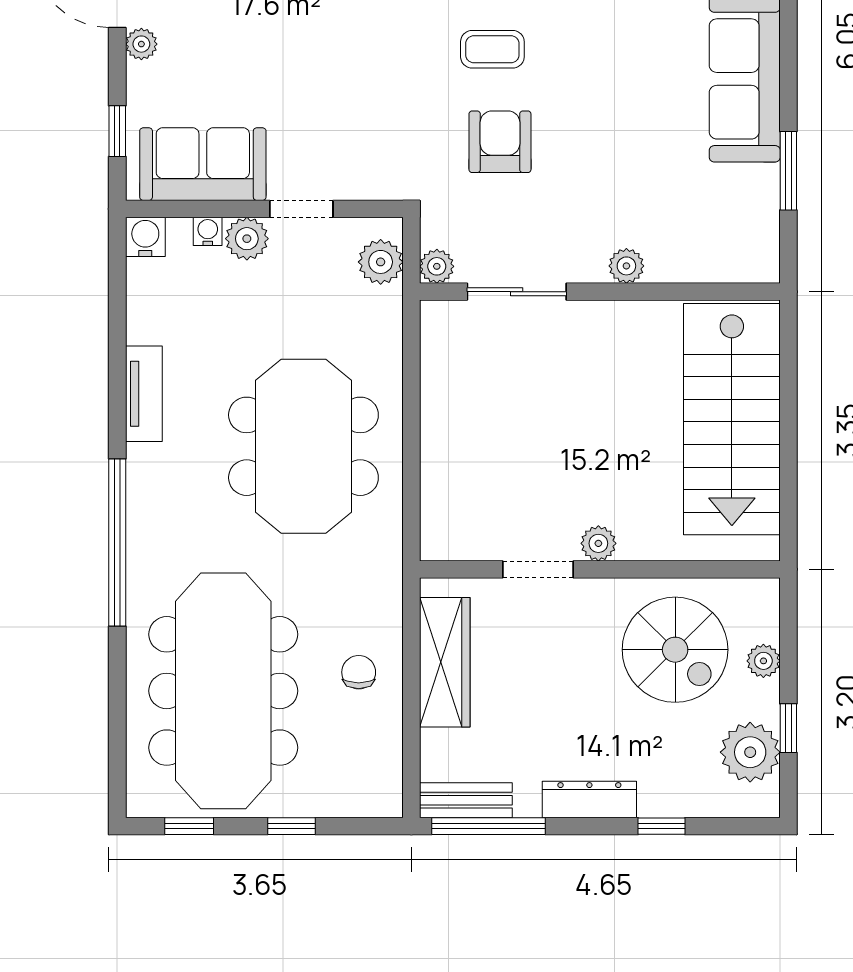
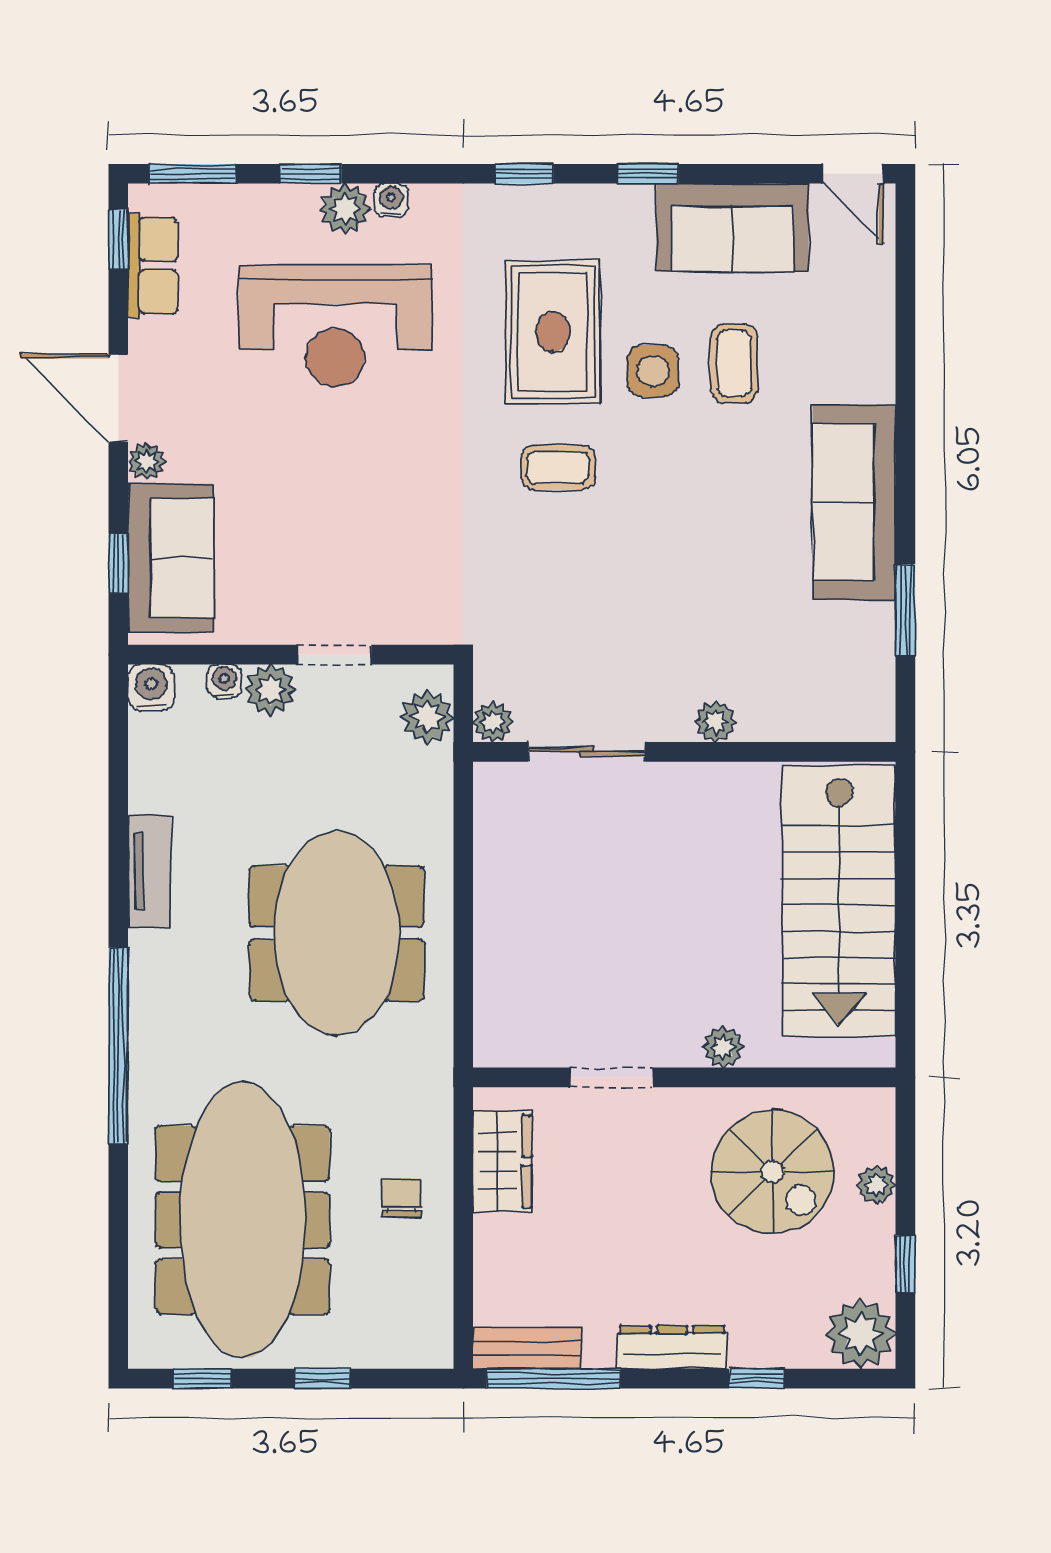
armchair: (500, 142) -> (567, 576), removed
sofa: (203, 164) -> (171, 558), moved, turned 90
plant: (598, 543) -> (723, 1047), moved
wardrobe: (445, 662) -> (502, 1161), width x0.67
plant: (750, 752) -> (861, 1334), moved

